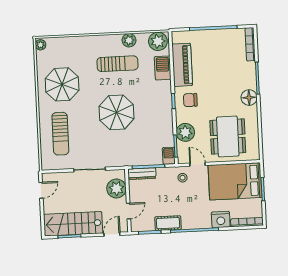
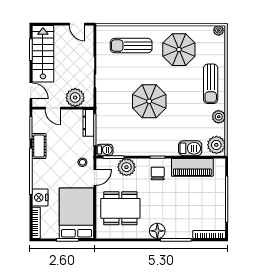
sun lounger: (118, 64) -> (211, 84), moved

